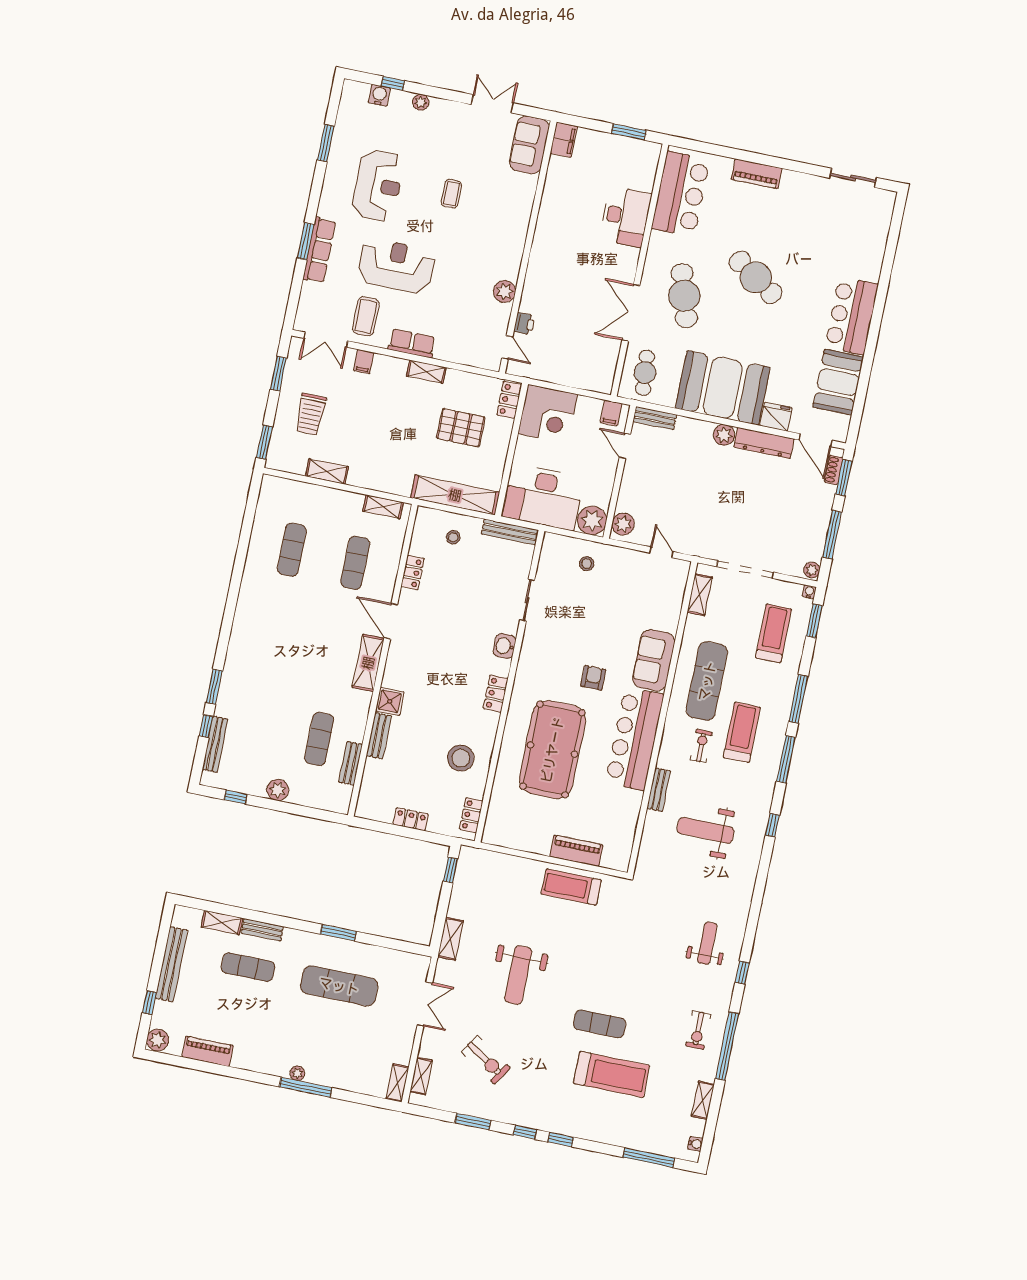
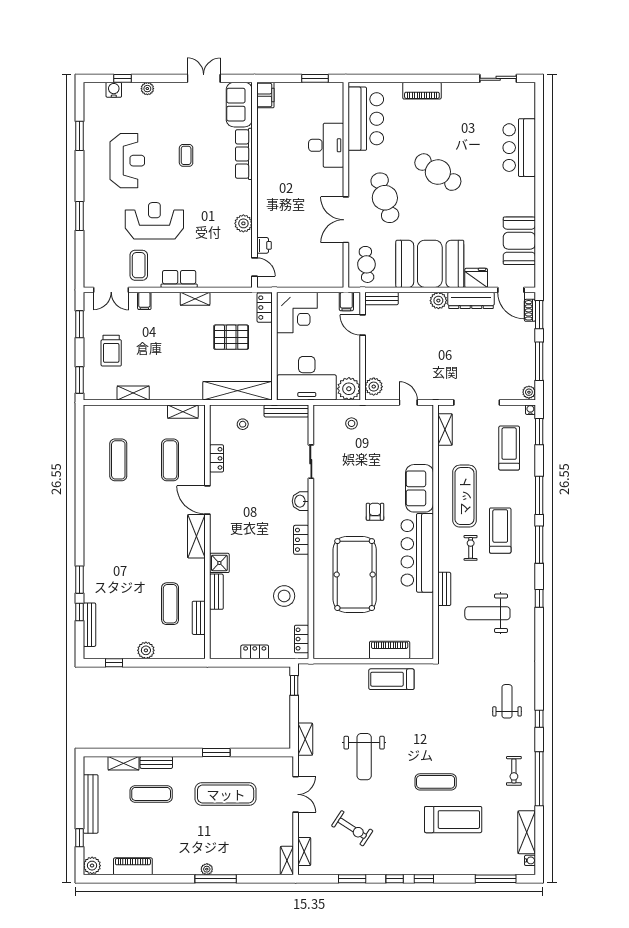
row of seats: (319, 250) -> (244, 154), moved, turned 180
bar counter: (852, 316) -> (519, 148), moved
shelving: (703, 1100) -> (527, 832), width x1.50, depth x1.33

